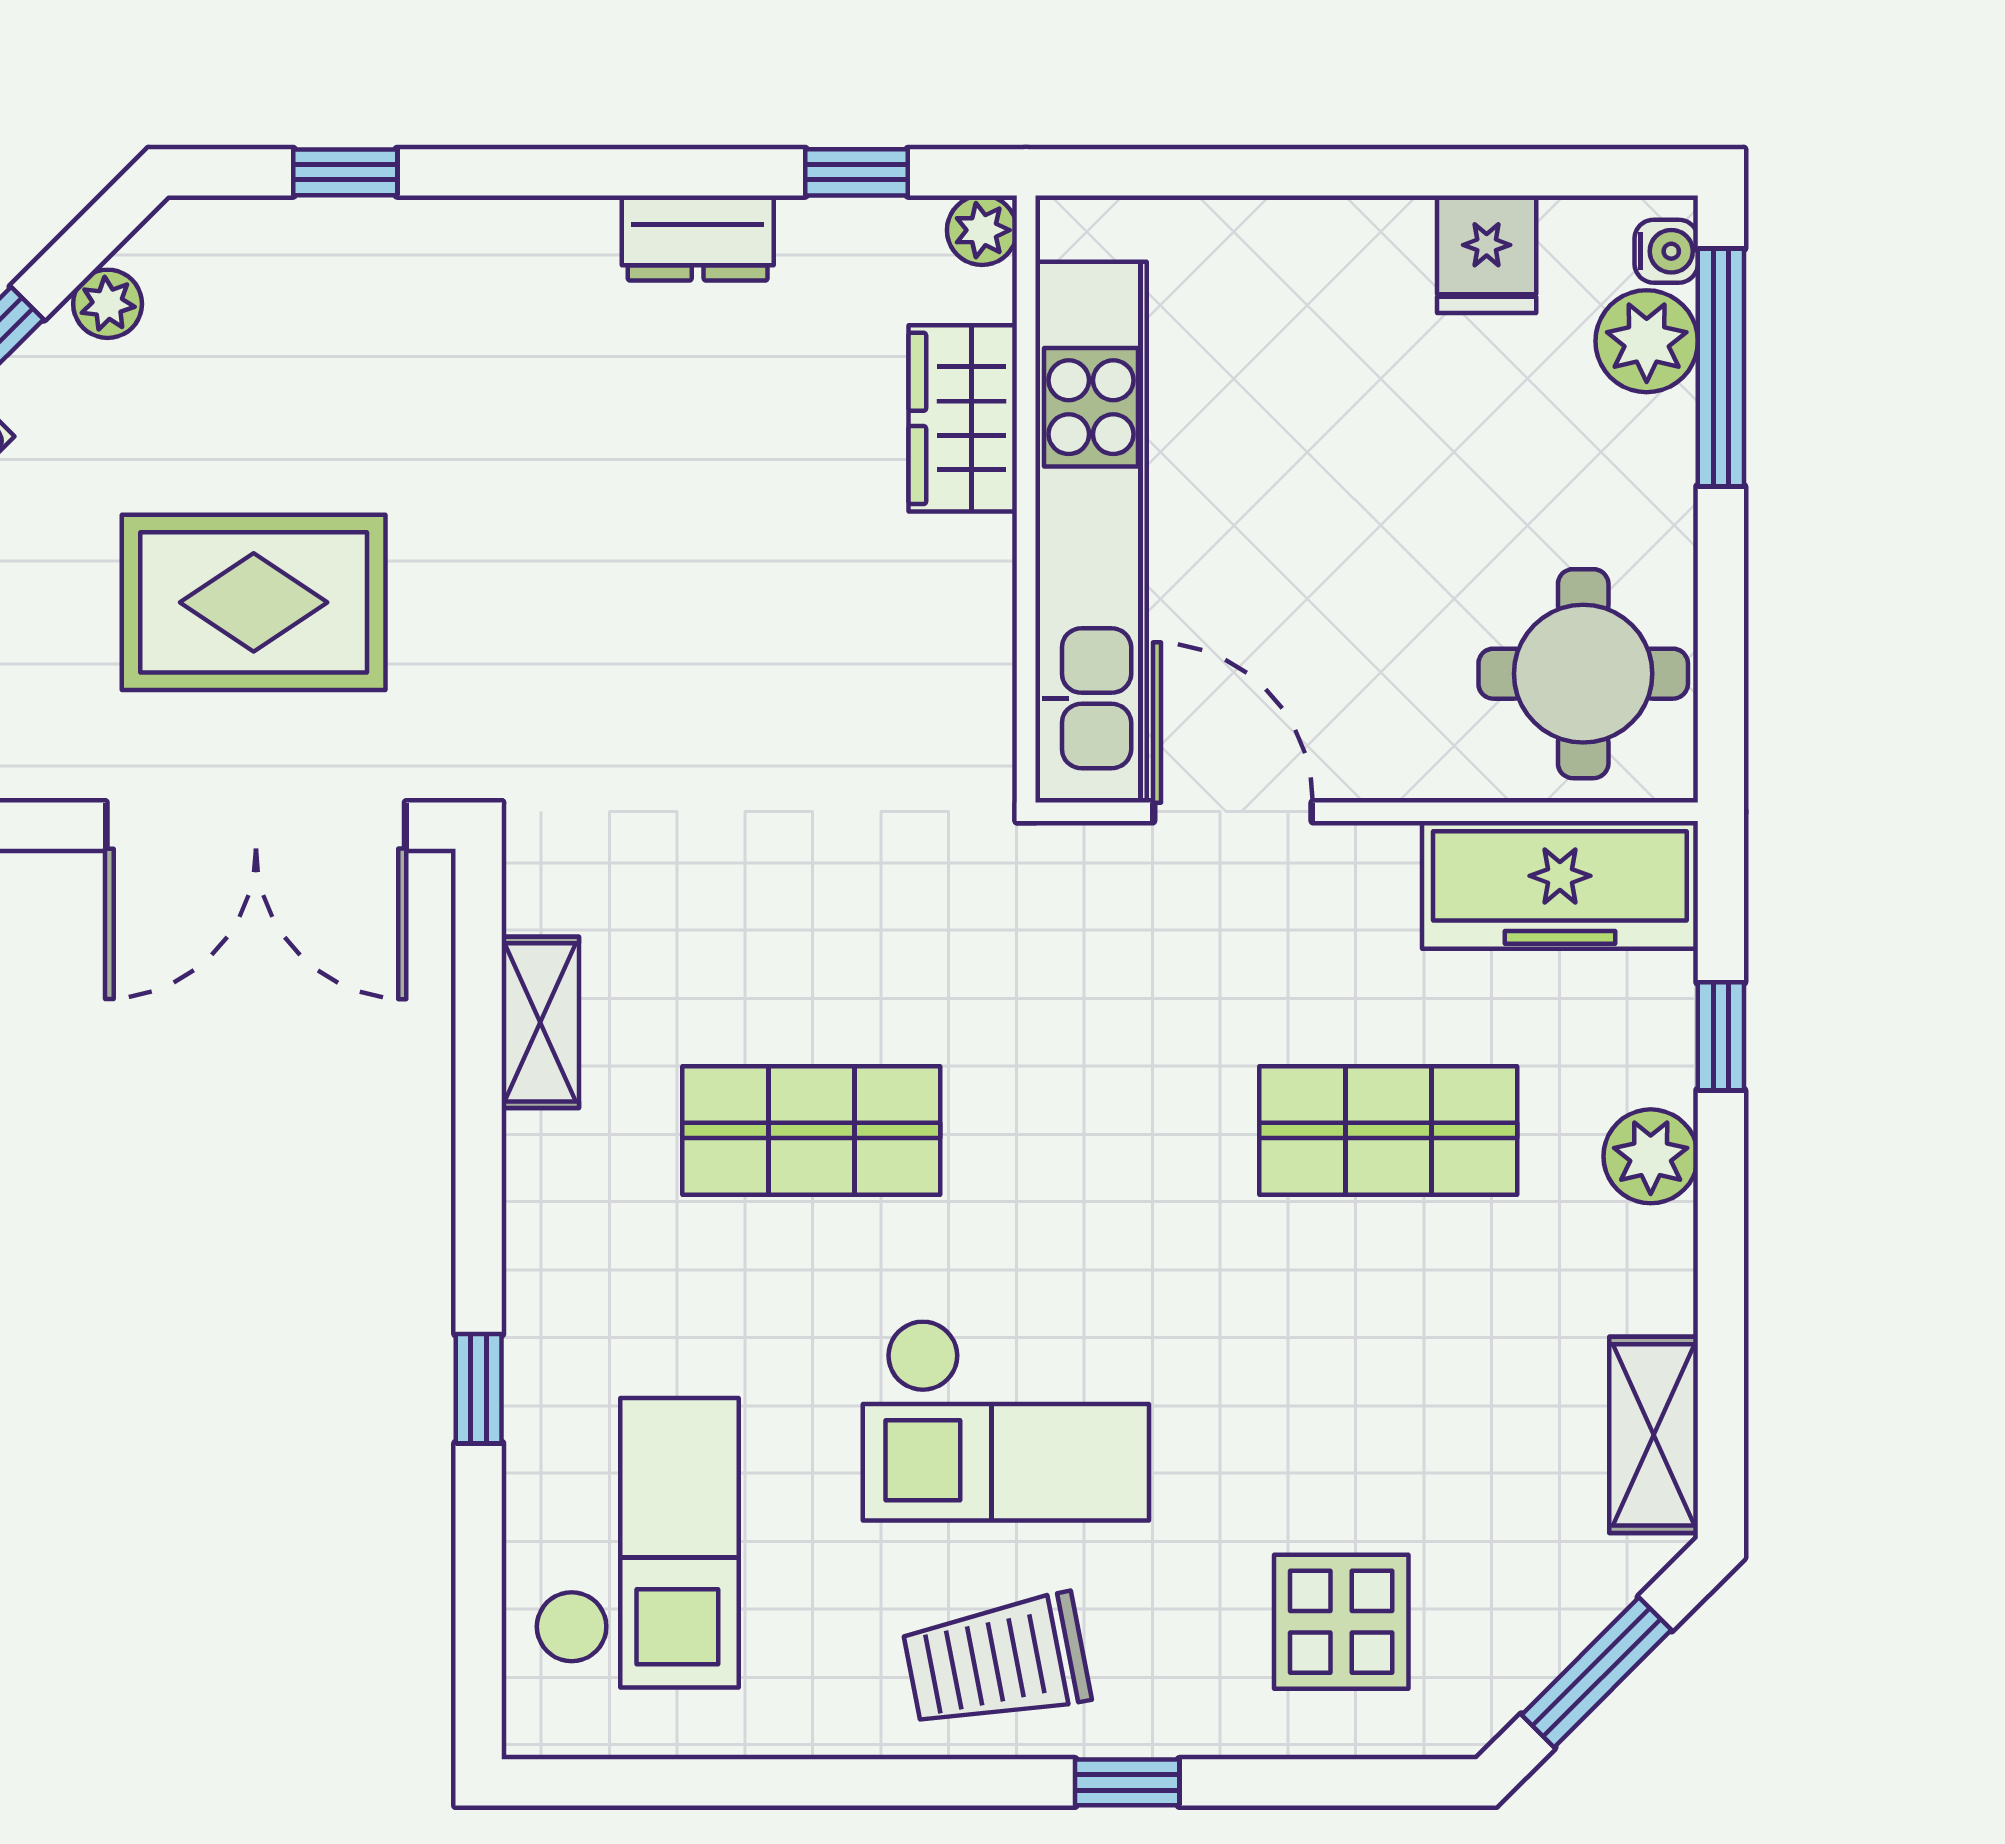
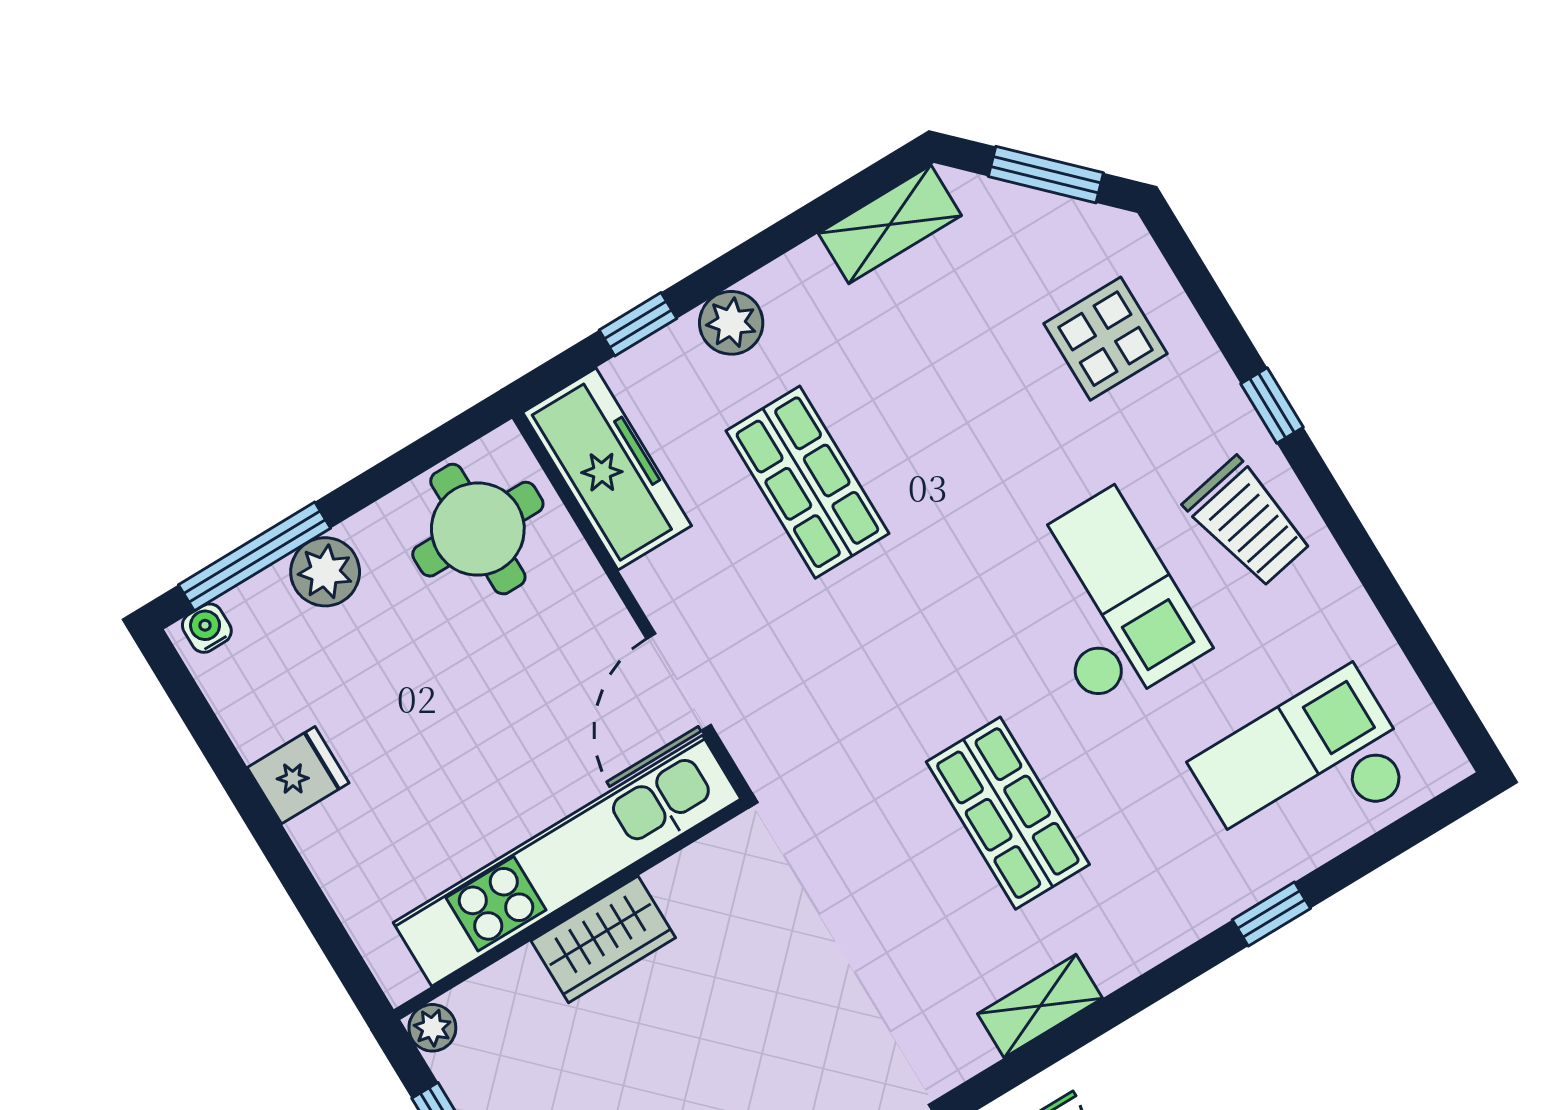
fridge: (1487, 254) -> (298, 775), moved
plant: (1647, 341) -> (325, 572), moved
wardrobe: (963, 418) -> (603, 939), moved

